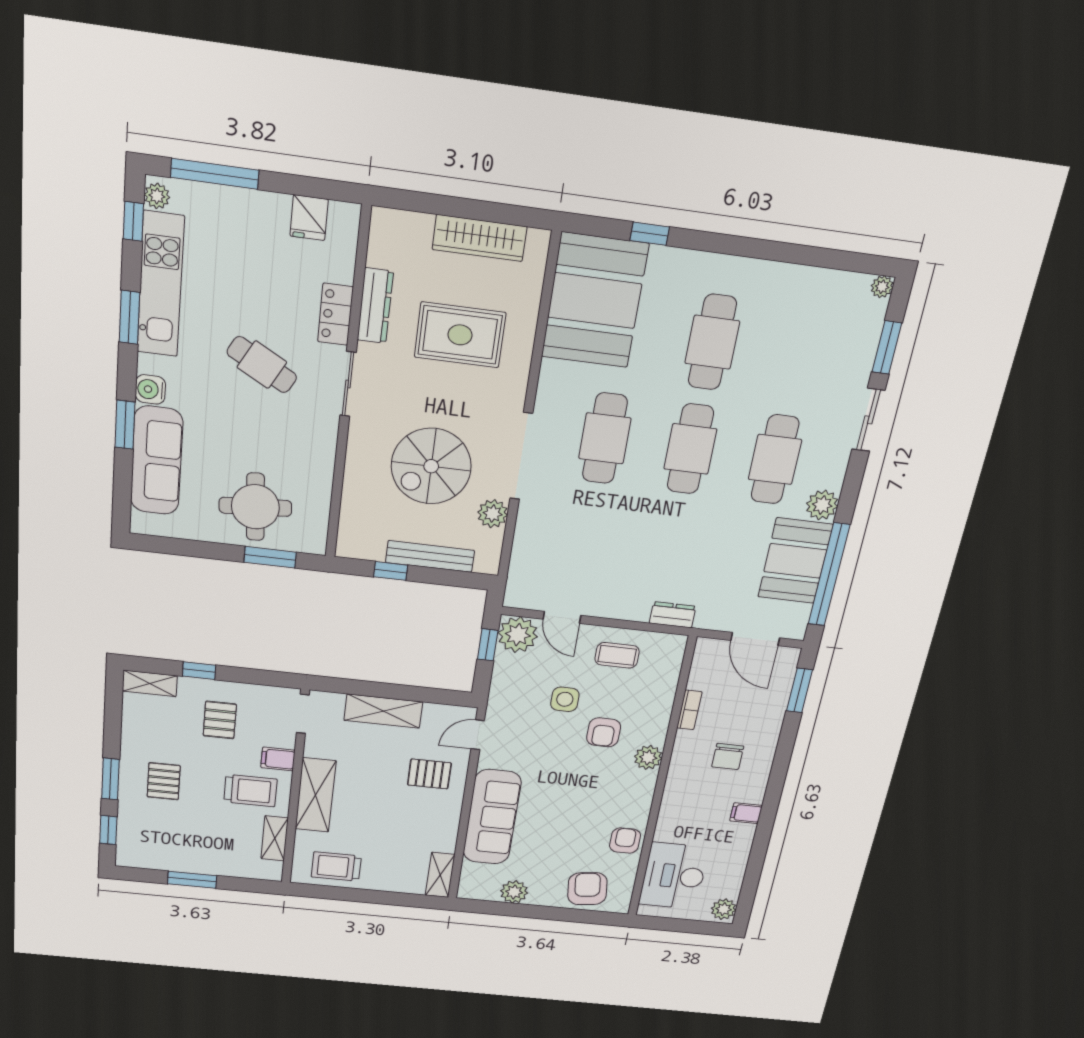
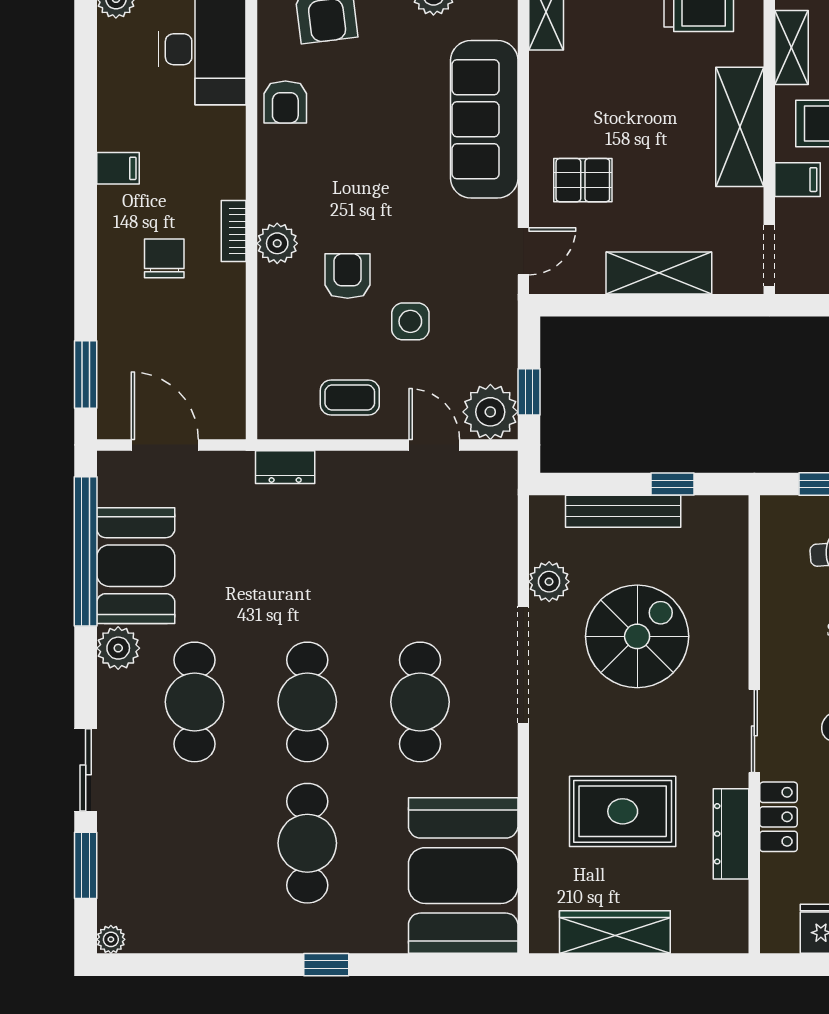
window: (650, 234) -> (326, 965), moved
bookcase: (689, 710) -> (234, 231), moved

